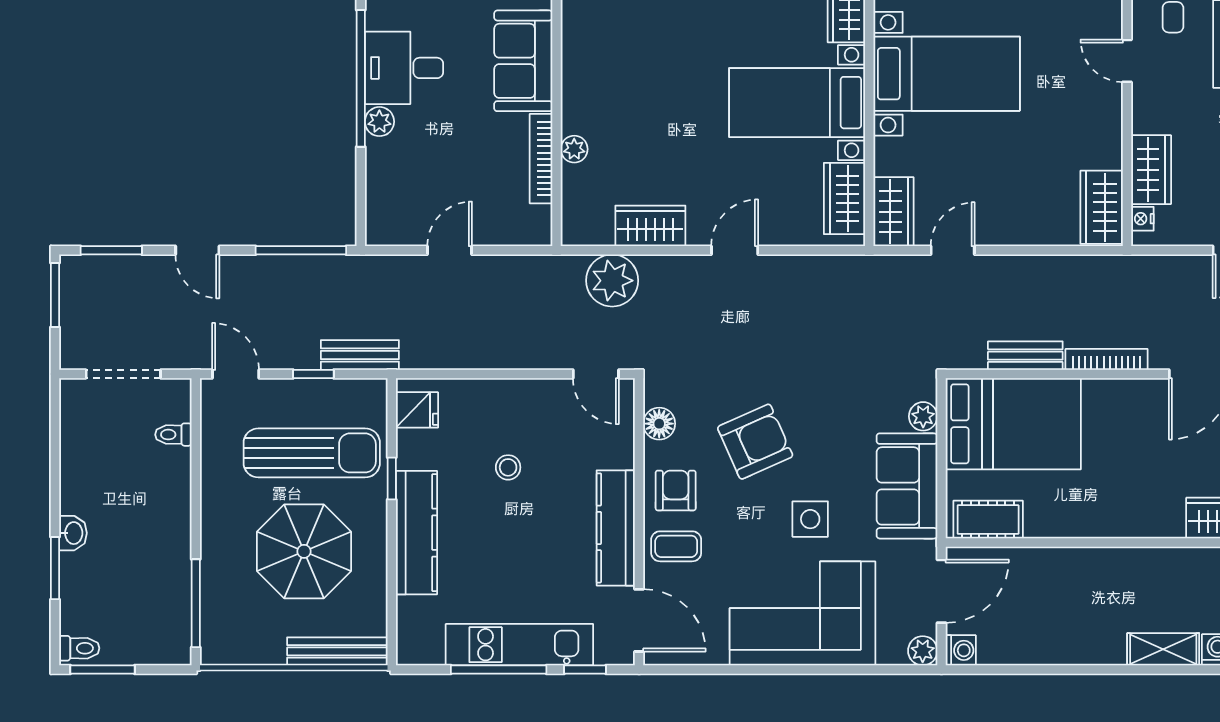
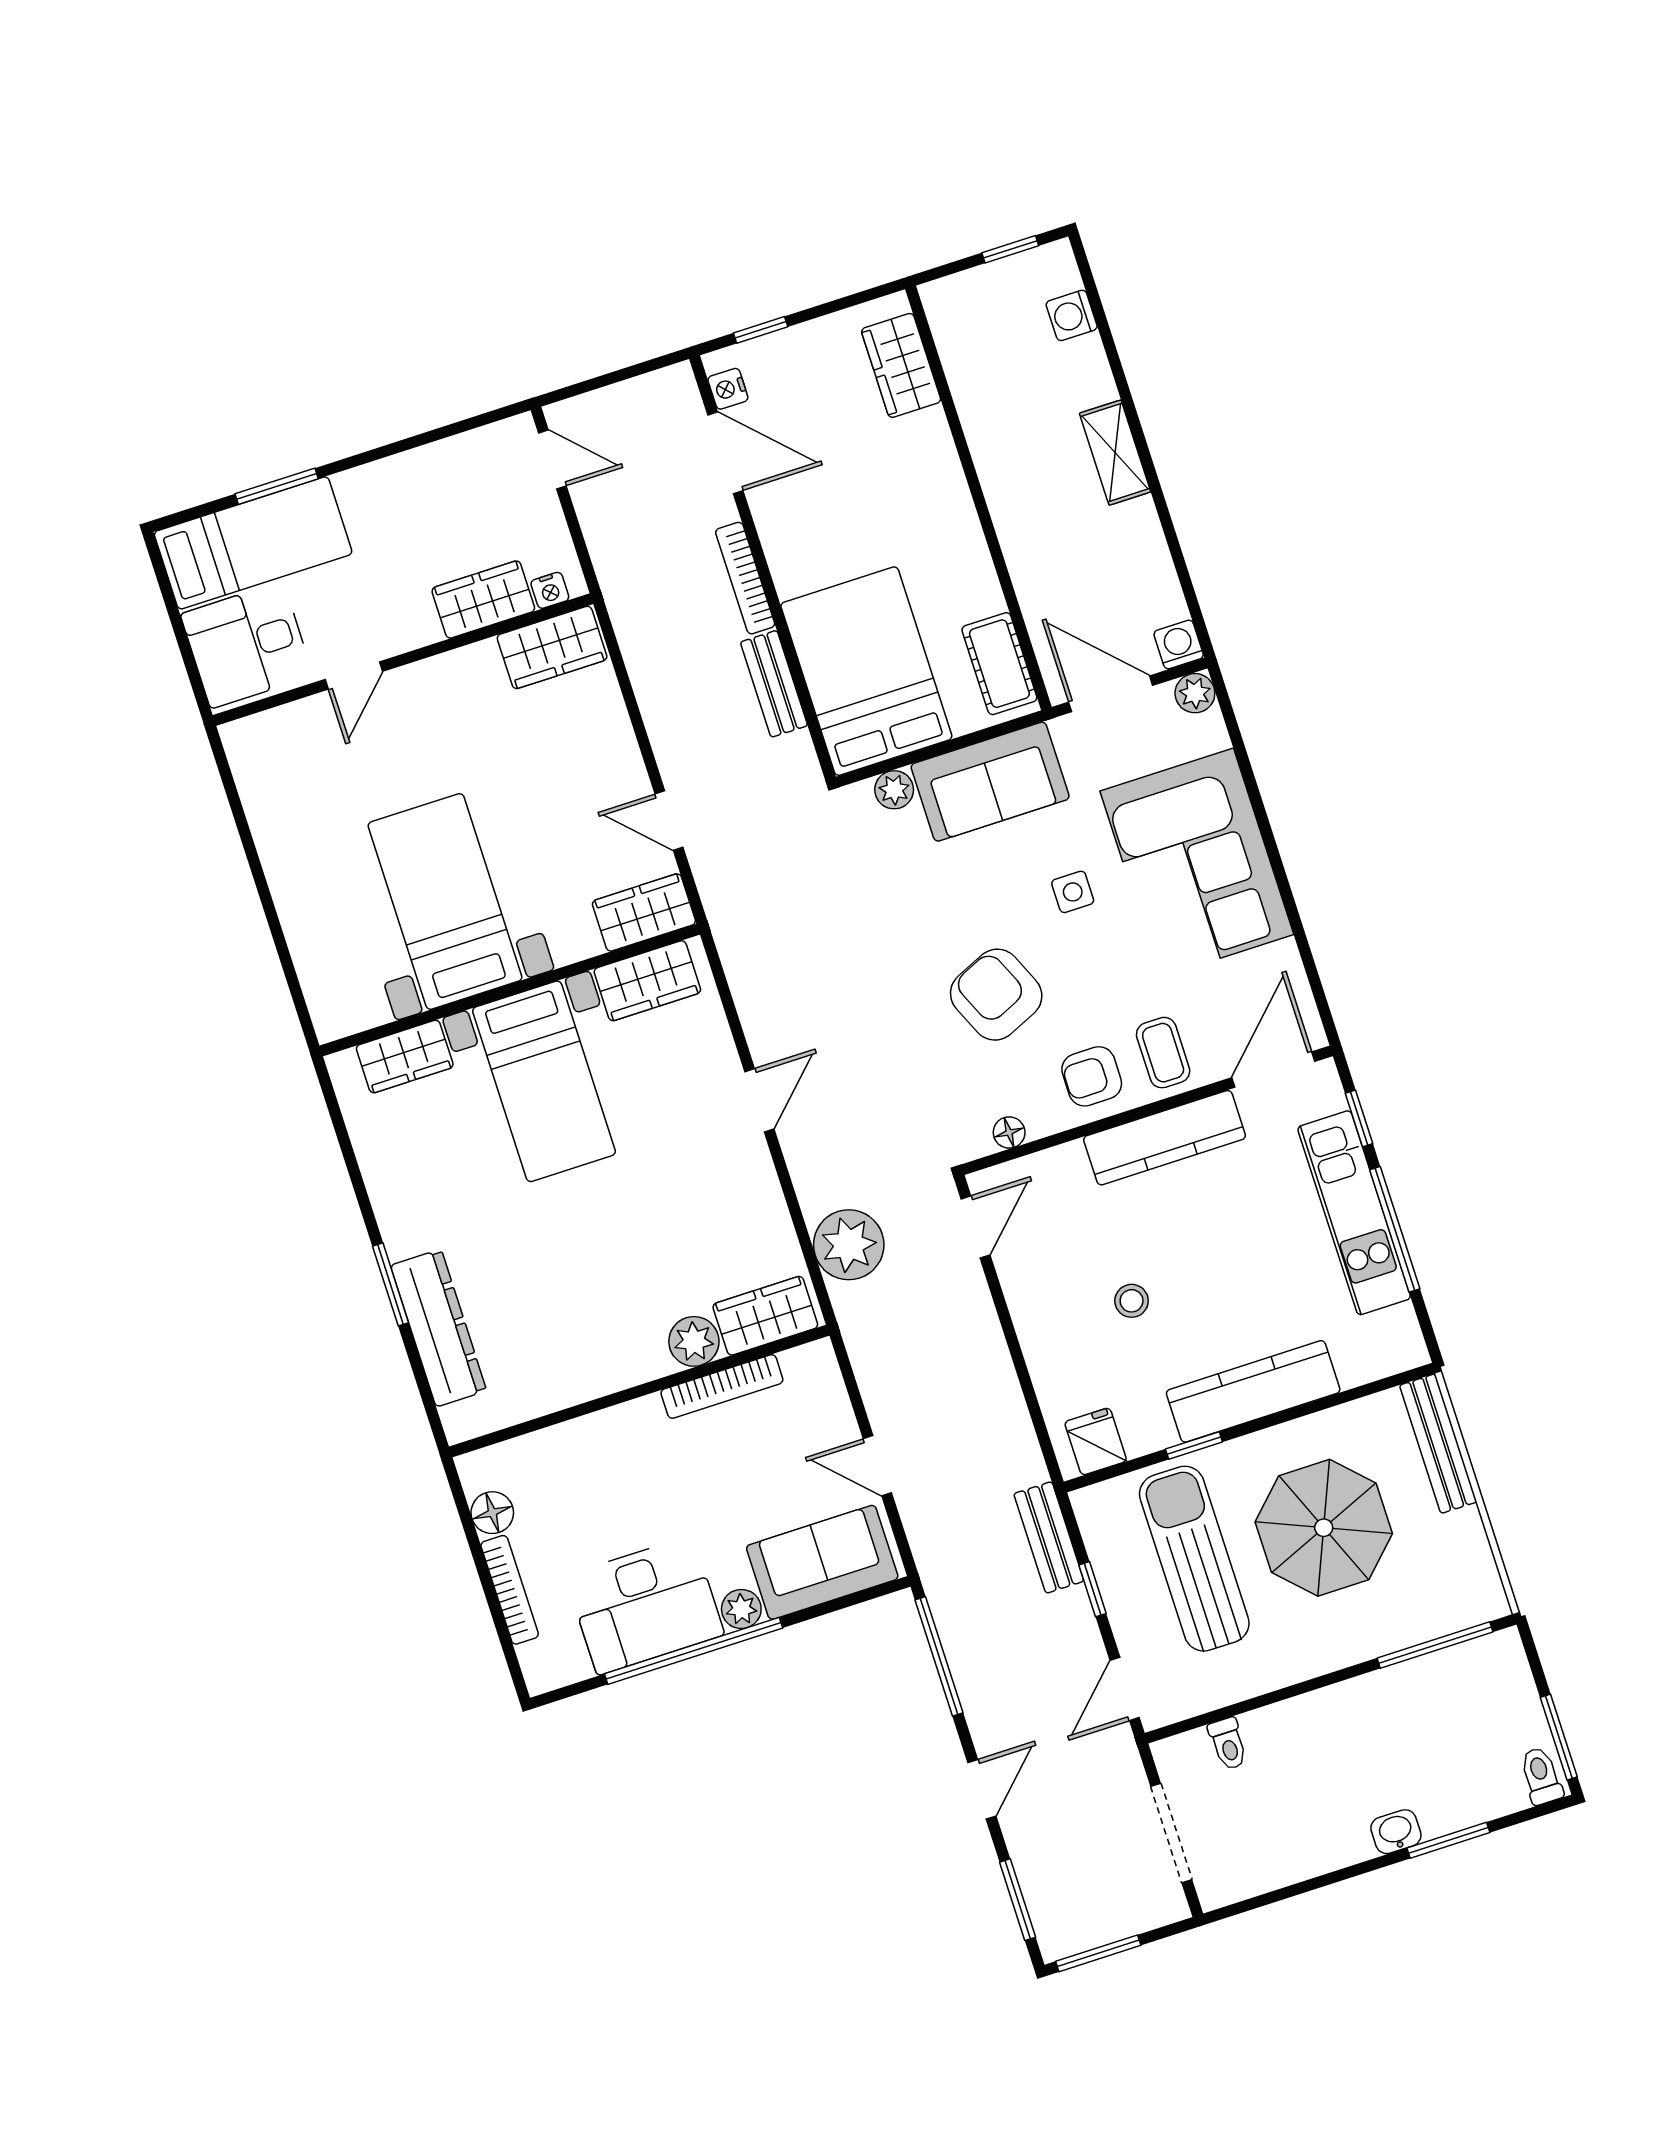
sofa: (523, 61) -> (822, 1562), moved, turned 180
desk: (404, 68) -> (645, 1605), width x1.37
plant: (574, 149) -> (694, 1341), width x1.38, depth x1.38
wardrobe: (650, 226) -> (765, 1316), moved, turned 90
door: (735, 250) -> (759, 1100), swing flipped
floor lamp: (659, 424) -> (1009, 1132), width x0.73, depth x0.73
side table: (810, 519) -> (1073, 892), width x0.73, depth x0.73
shelving: (1163, 649) -> (1115, 453), moved

